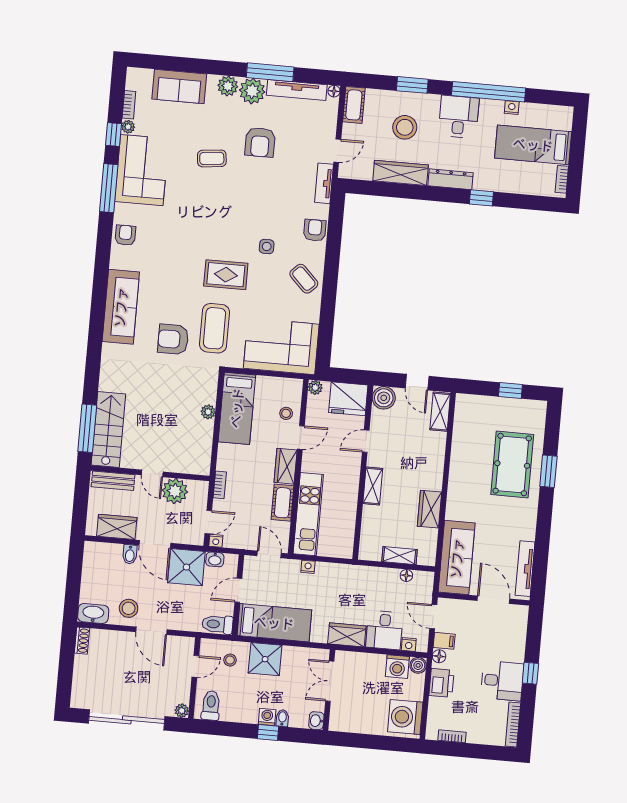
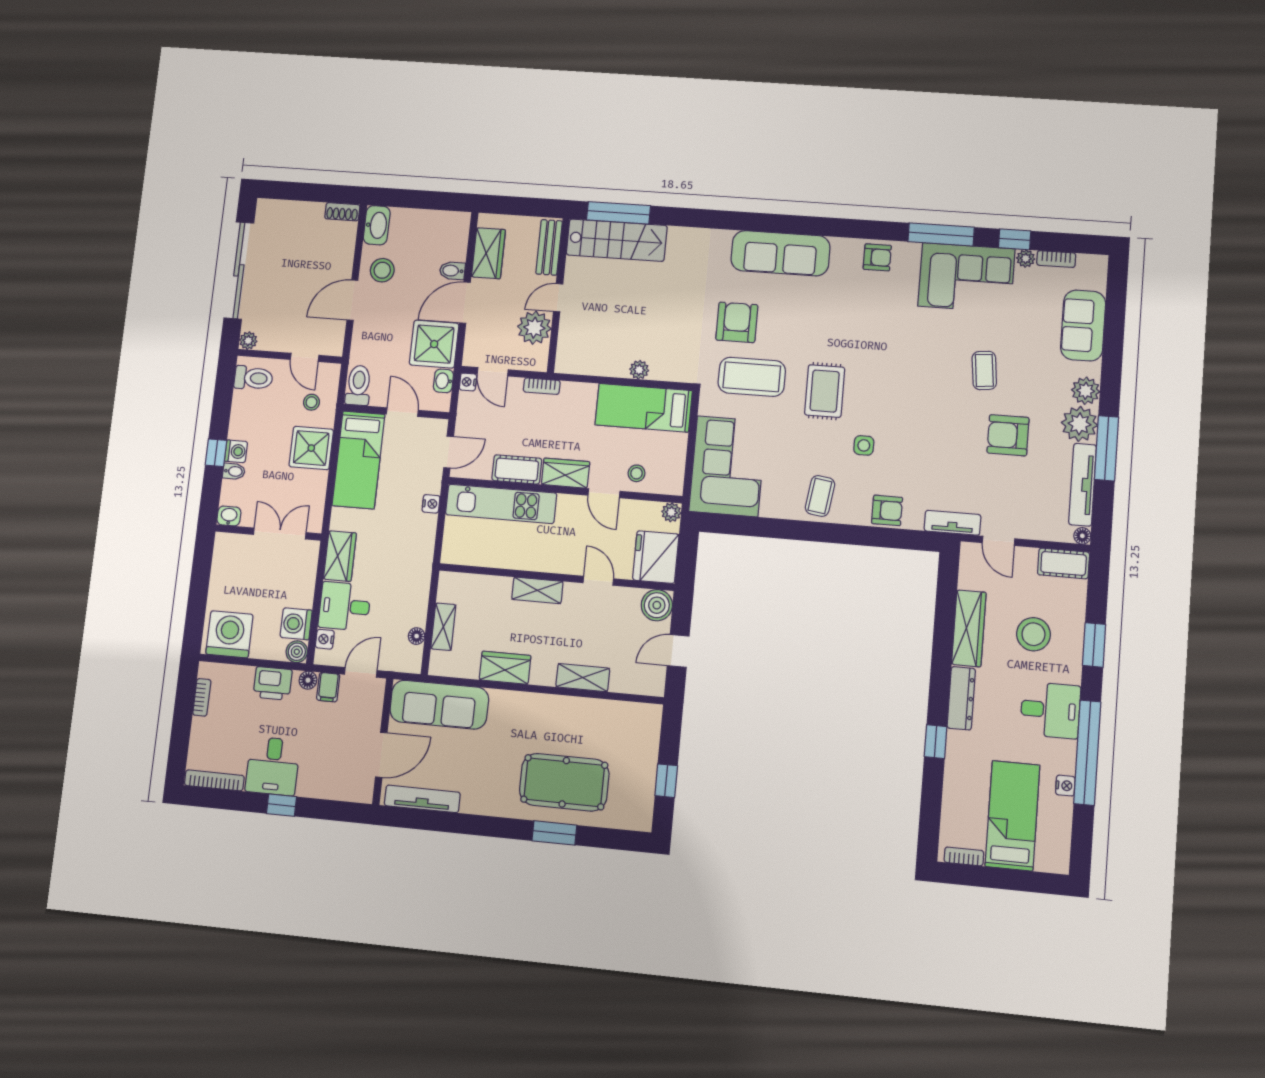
coffee table: (304, 279) -> (820, 496), turned -37
shelving: (440, 412) -> (583, 678), moved

